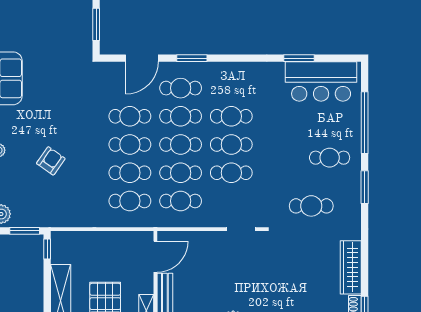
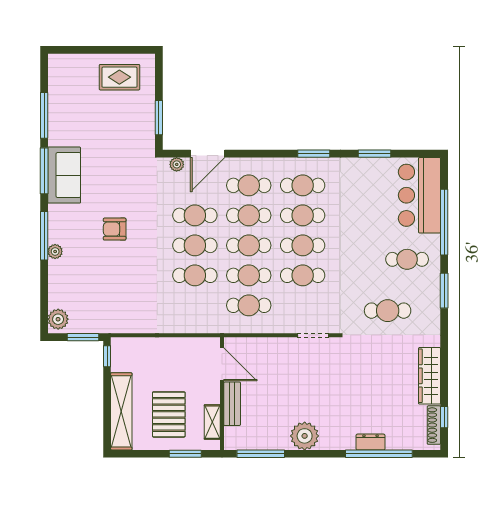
window: (192, 58) -> (314, 154), moved
plant: (113, 68) -> (177, 164), added
bar counter: (321, 82) -> (419, 195), moved, turned 90
armchair: (51, 161) -> (115, 229), moved, turned -125
cafe table: (130, 201) -> (303, 185), moved
door: (155, 257) -> (222, 364), hinge flipped

